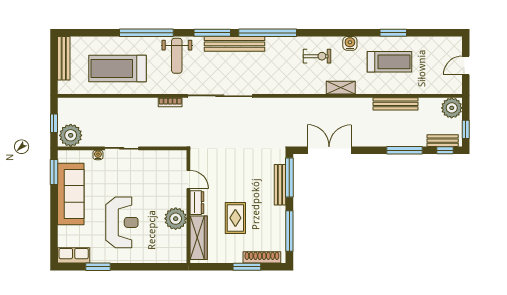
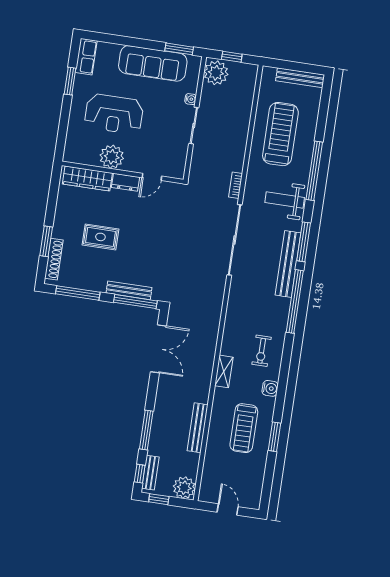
door: (188, 179) -> (152, 177), moved
dresser: (197, 203) -> (125, 182), moved
wall: (188, 207) -> (123, 172), moved
plant: (176, 219) -> (112, 157), moved
wardrobe: (199, 238) -> (87, 178), moved

